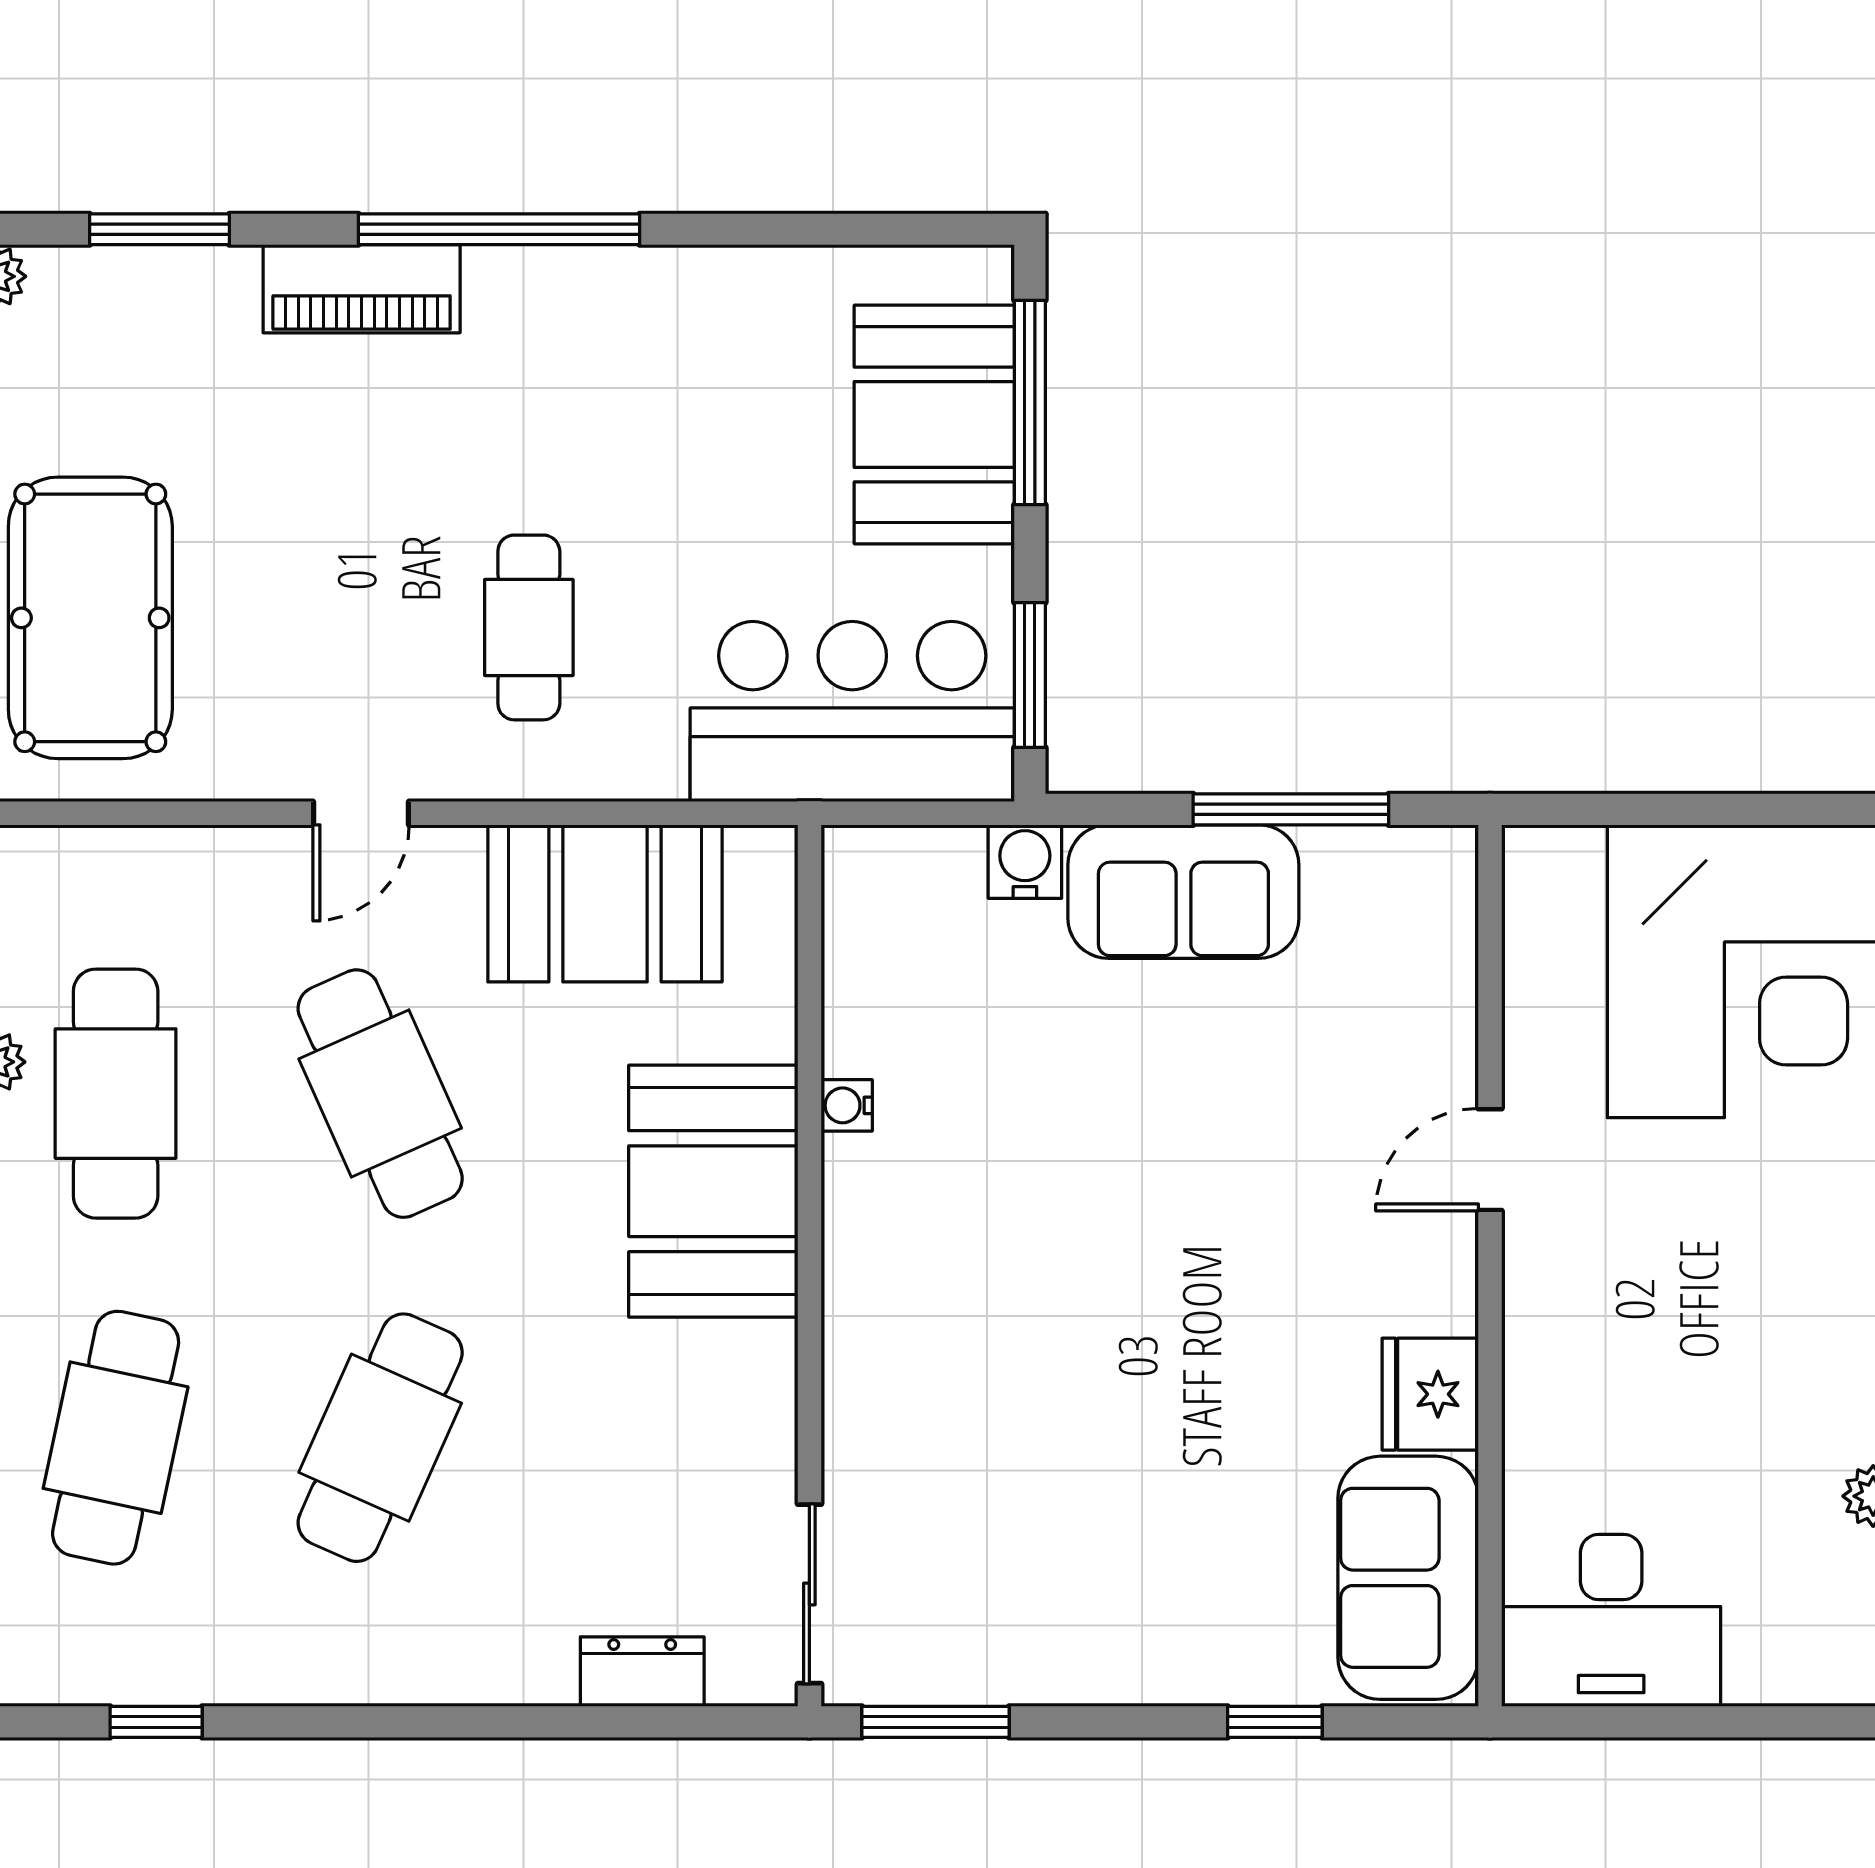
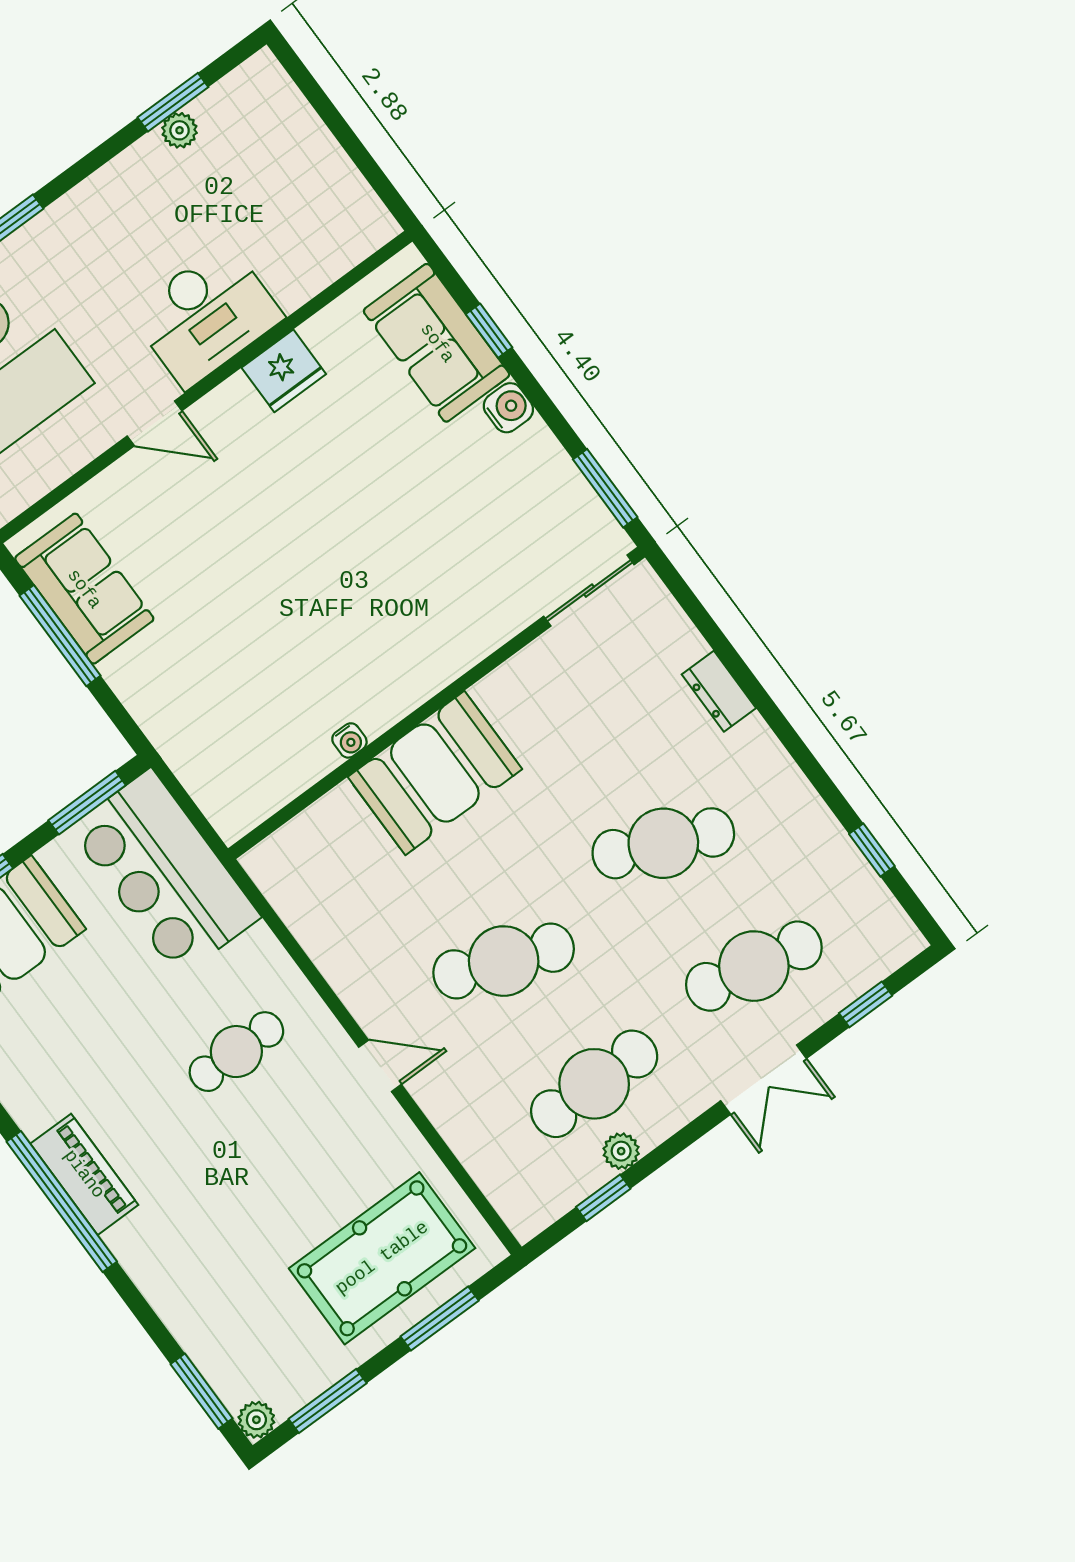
window: (159, 229) -> (202, 1391), moved
piano: (362, 289) -> (84, 1174), moved
water cooler: (1025, 862) -> (508, 408), moved, turned 180
sofa: (1183, 892) -> (84, 589), moved
booth: (605, 903) -> (338, 922), removed
cafe table: (380, 1094) -> (504, 961), turned 45
sofa: (1408, 1578) -> (437, 343), moved, turned 90
desk: (1611, 1620) -> (206, 315), moved, turned 90
dresser: (642, 1672) -> (719, 691), moved

